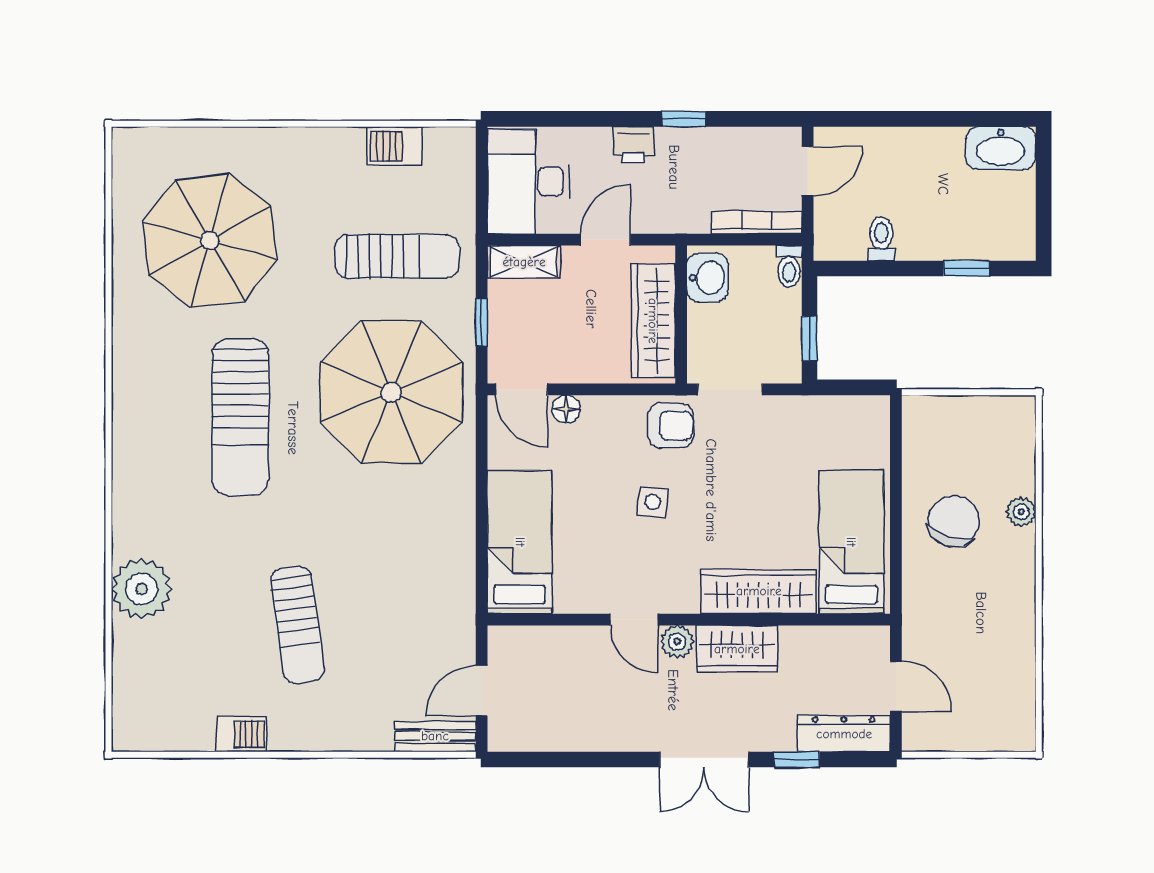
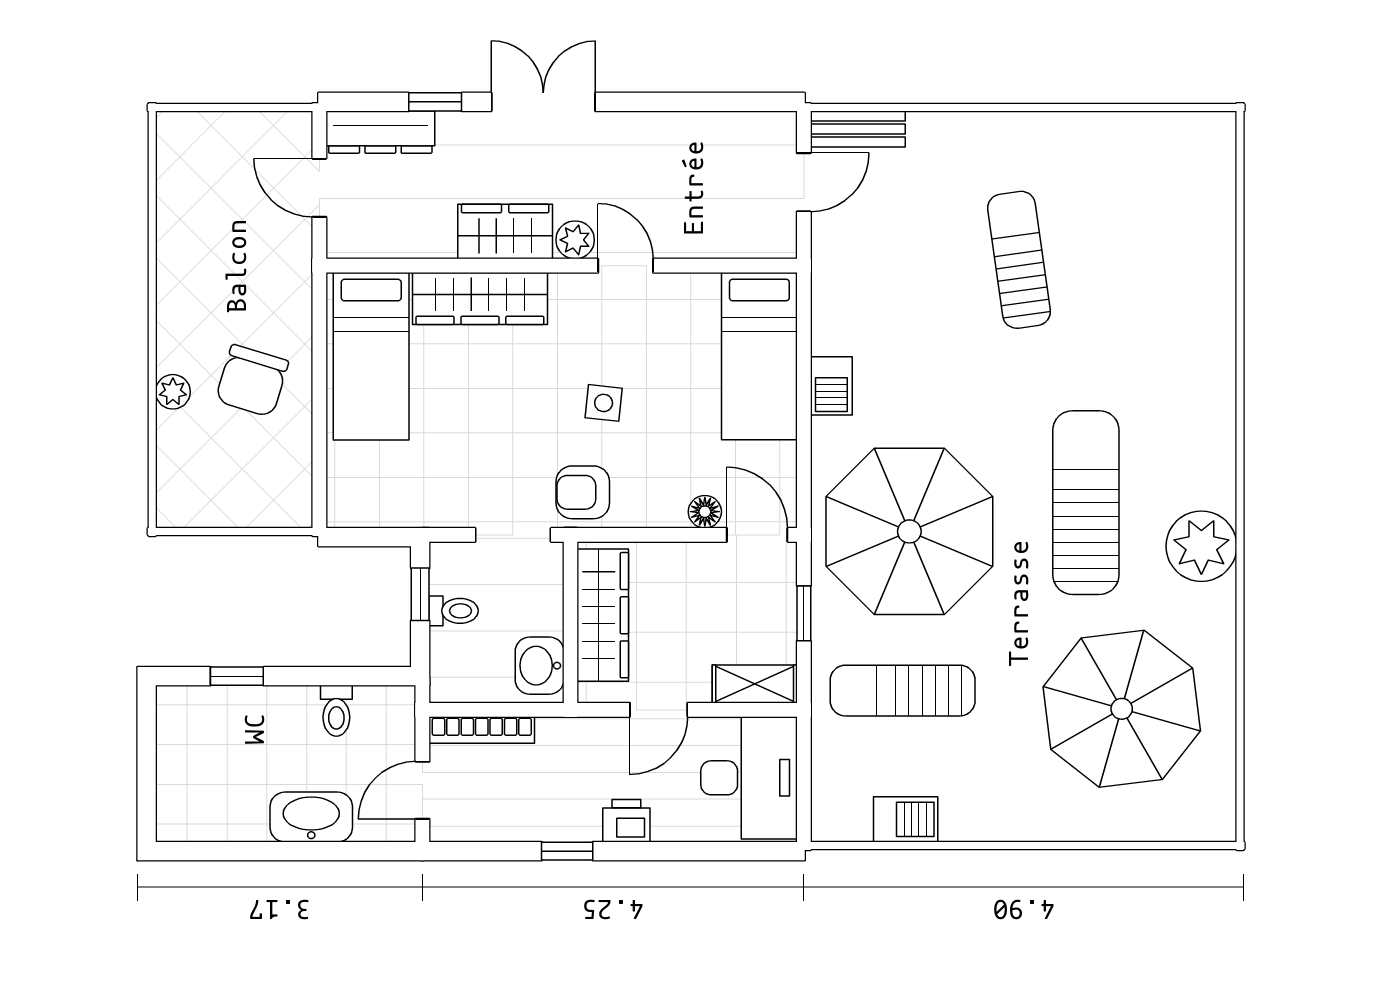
washbasin: (1001, 148) -> (311, 817), moved
toilet: (789, 266) -> (454, 611), moved, turned 90
plant: (142, 589) -> (1201, 546), moved
barbecue: (242, 734) -> (831, 386), moved, turned -90

